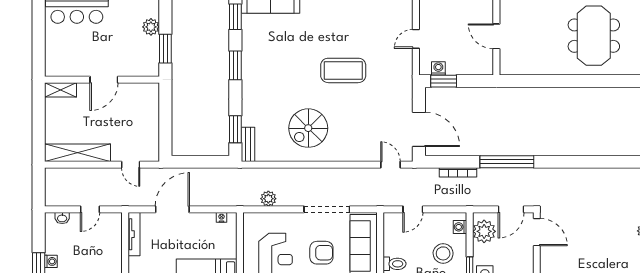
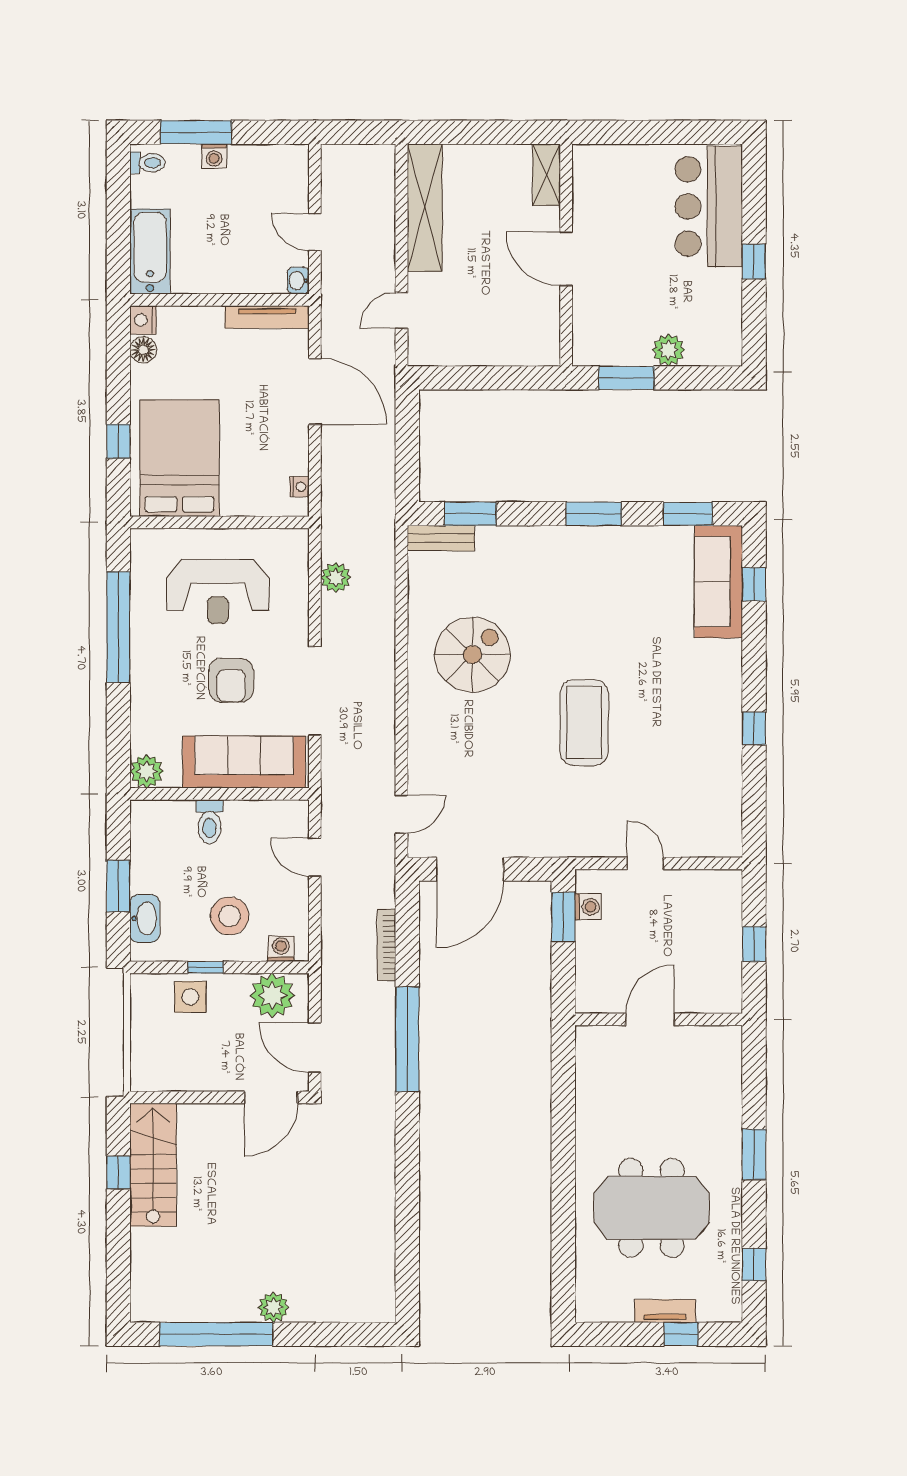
spiral stairs: (308, 128) -> (472, 655), turned 90
washbasin: (62, 218) -> (298, 281), moved

